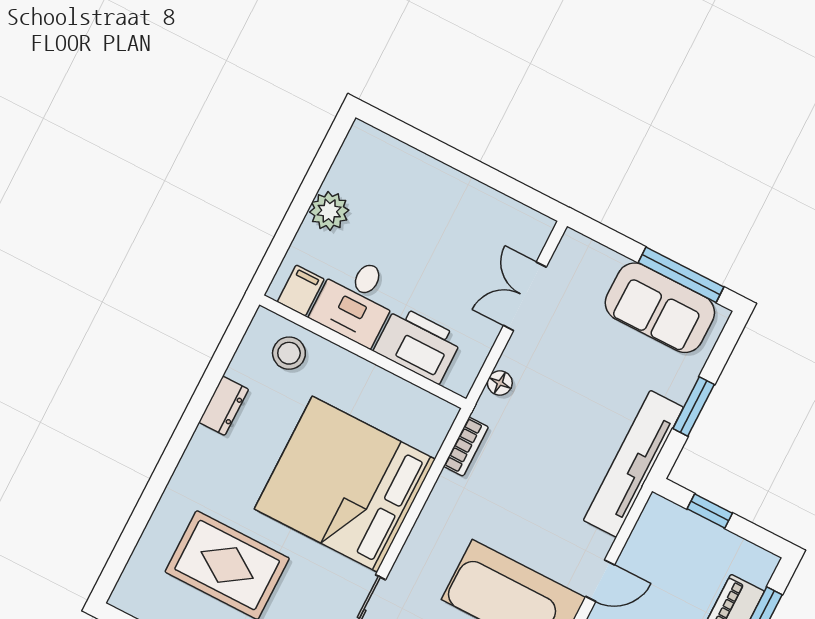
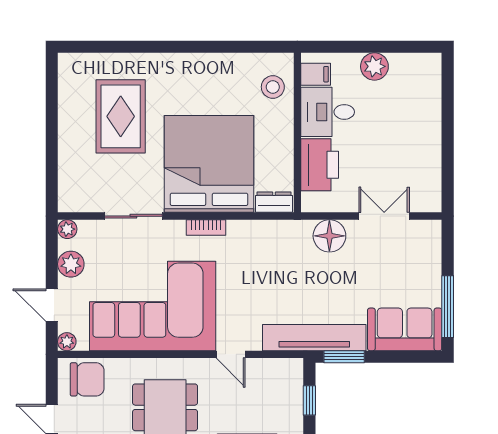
sofa: (660, 308) -> (405, 329), moved, turned 90
floor lamp: (500, 383) -> (329, 236), width x1.89, depth x1.89
dresser: (224, 406) -> (274, 202), moved, turned 180
window: (694, 406) -> (344, 357), moved
bookcase: (466, 447) -> (206, 227), moved

